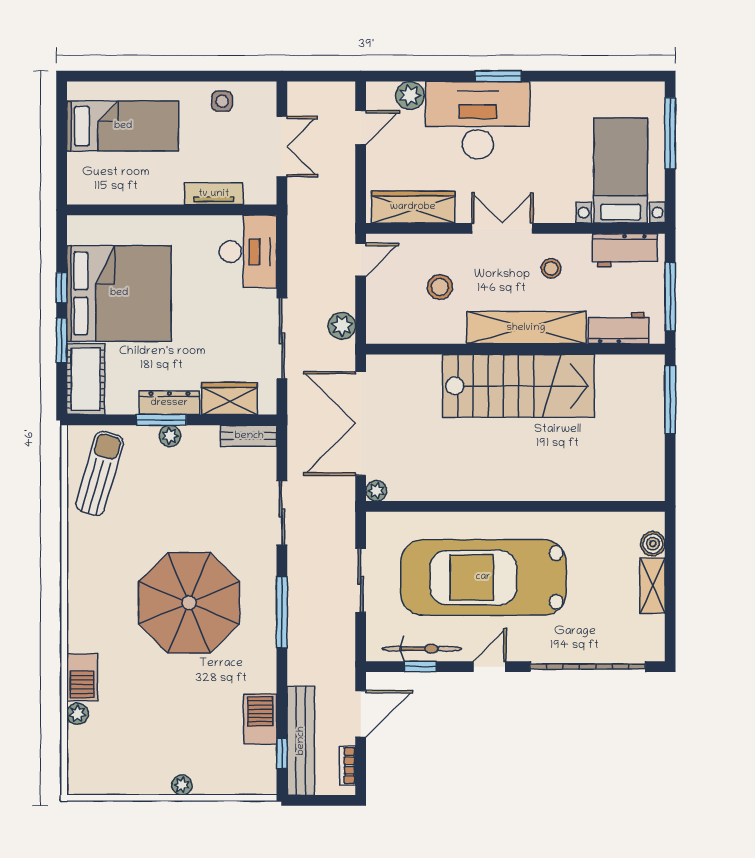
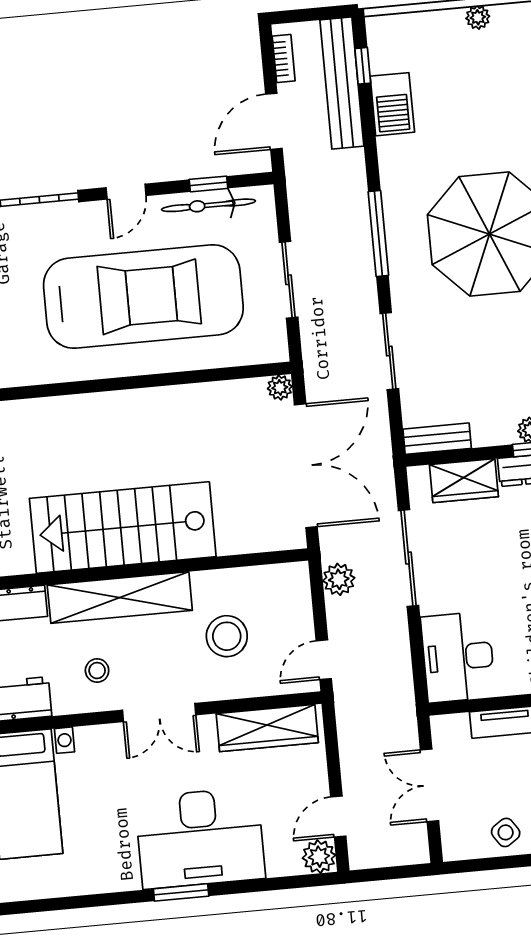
plant: (410, 95) -> (319, 857), moved
side table: (222, 101) -> (506, 832), turned -34
stool: (440, 287) -> (227, 636), width x1.38, depth x1.38

